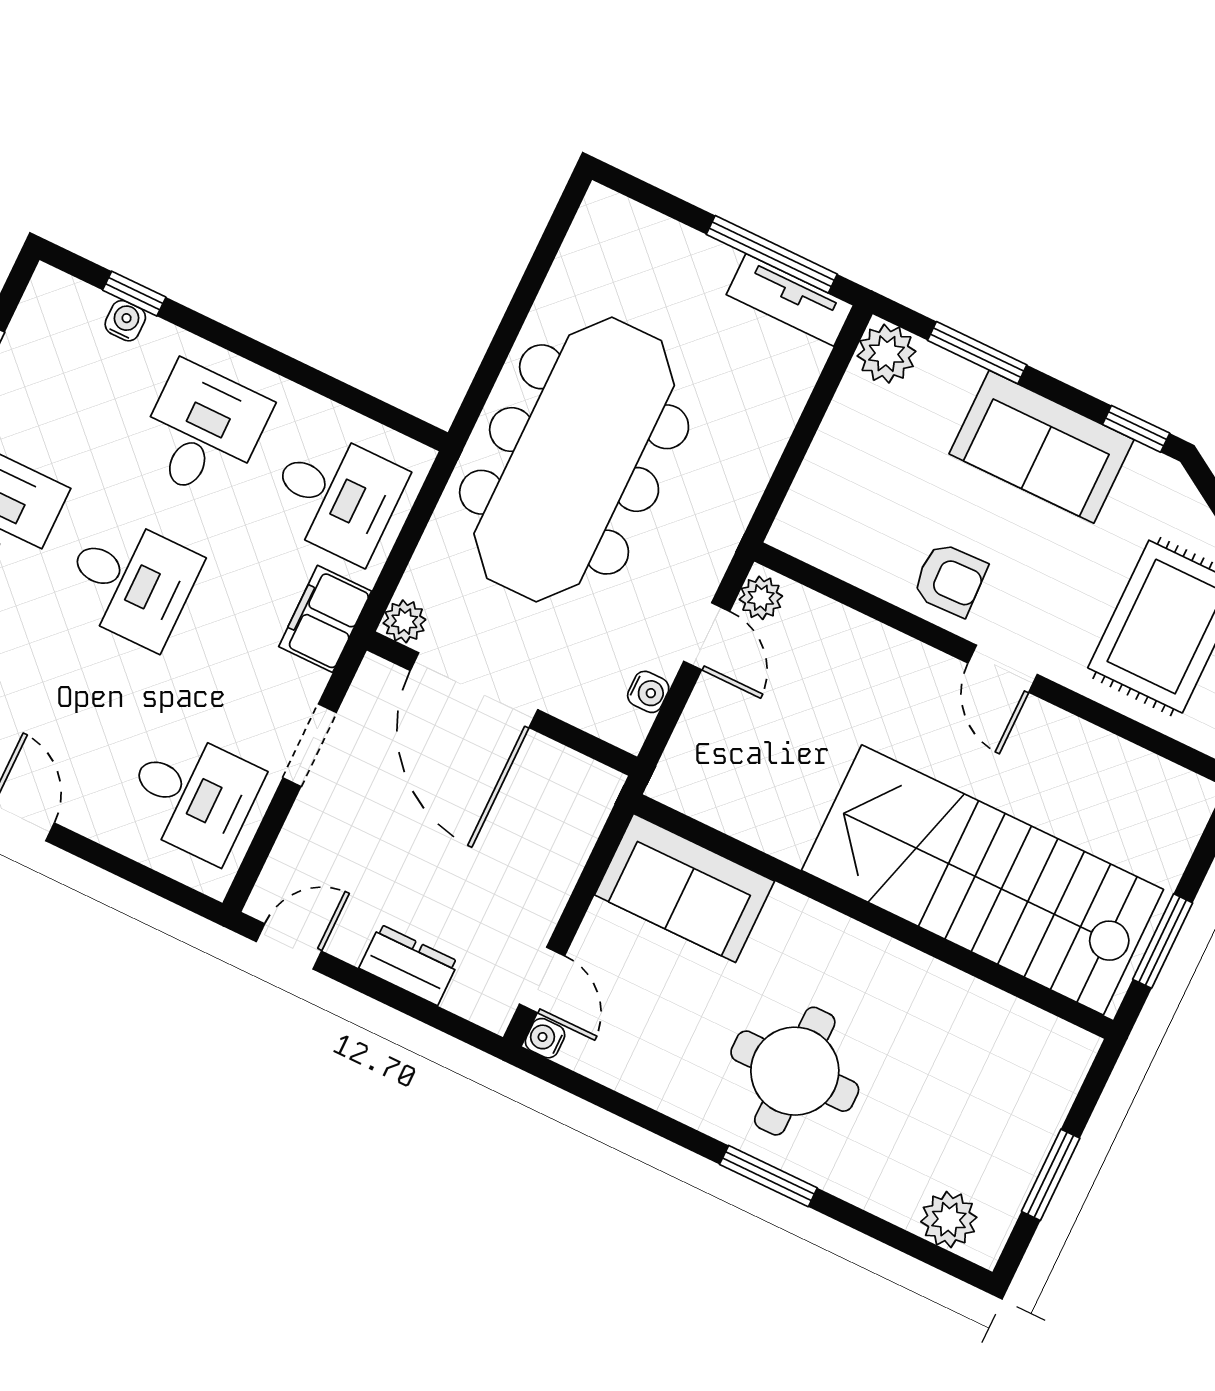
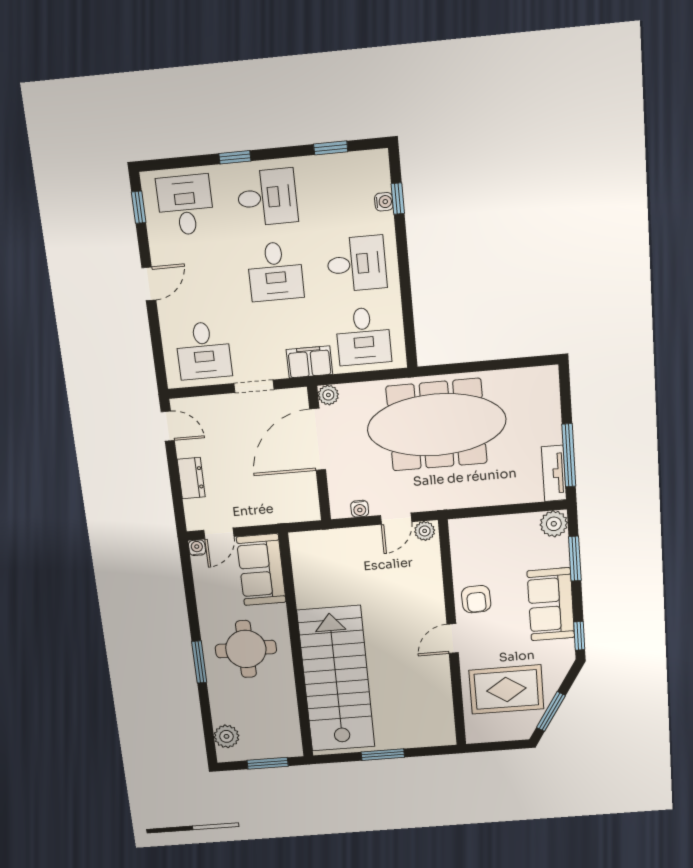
stairs: (982, 880) -> (336, 679), moved
sofa: (685, 888) -> (261, 570), moved
wall: (873, 917) -> (296, 647), moved

